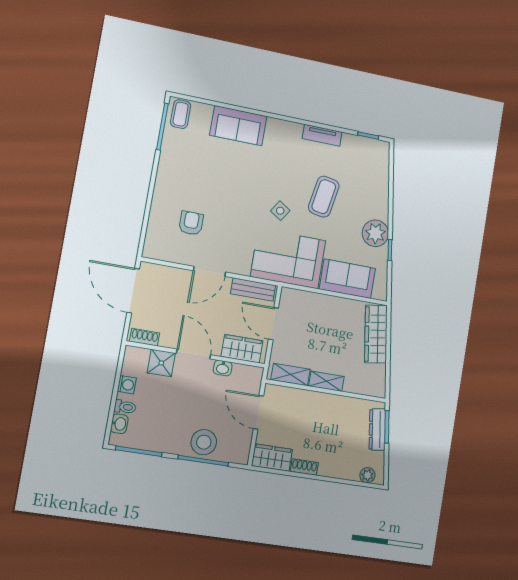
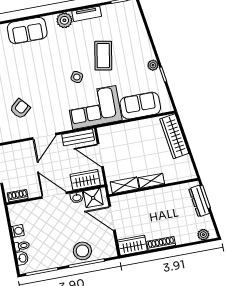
plant: (291, 132) -> (64, 20), added
armchair: (191, 223) -> (20, 109), turned 49
plant: (375, 233) -> (153, 65), width x0.53, depth x0.53
shower: (161, 363) -> (93, 198), moved
shoe rack: (304, 467) -> (161, 243), width x1.43

